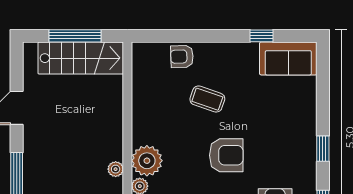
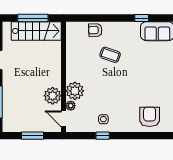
armchair: (226, 155) -> (121, 88), removed
plant: (116, 169) -> (53, 96), width x1.88, depth x1.88

